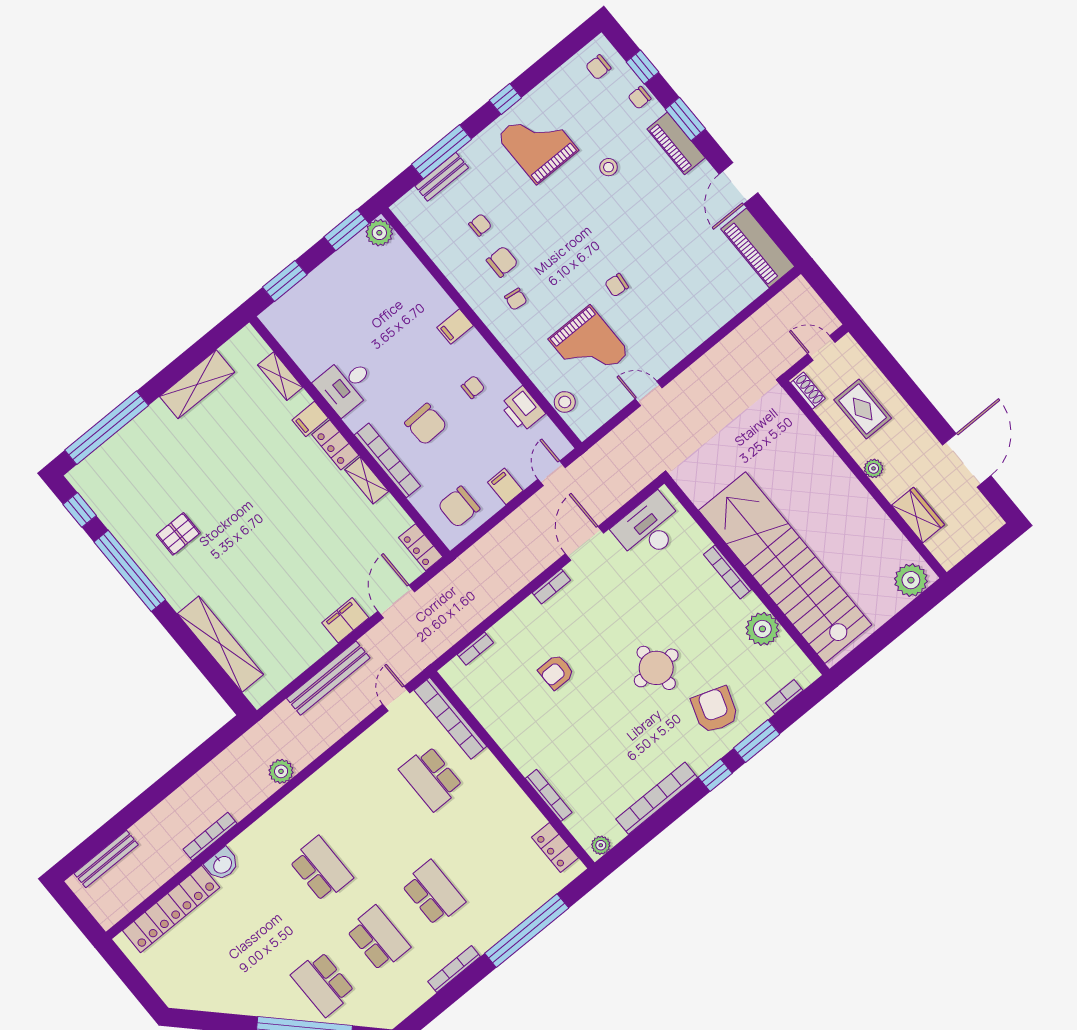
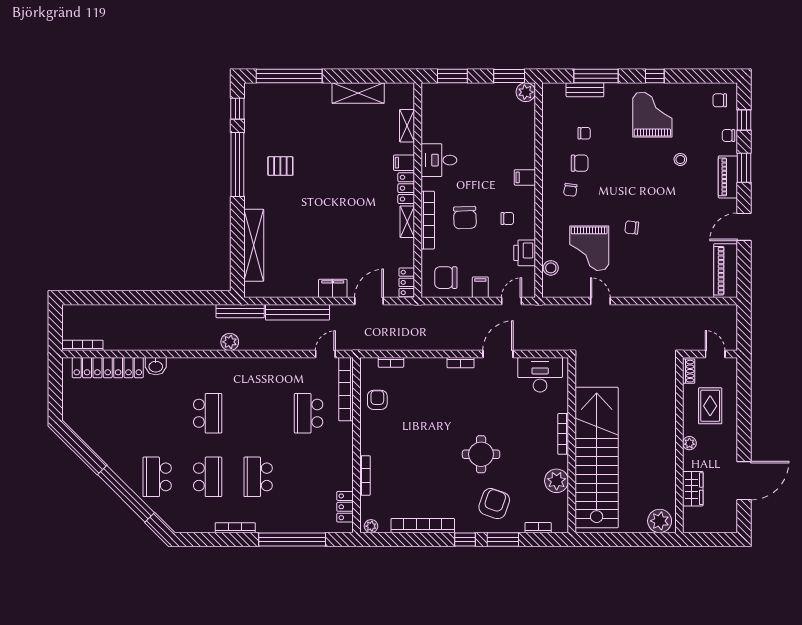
armchair: (556, 672) -> (377, 400), moved, turned 90
bookcase: (210, 836) -> (82, 345), moved
bench: (106, 859) -> (240, 311), moved
school desk: (433, 893) -> (258, 477), turned 180

